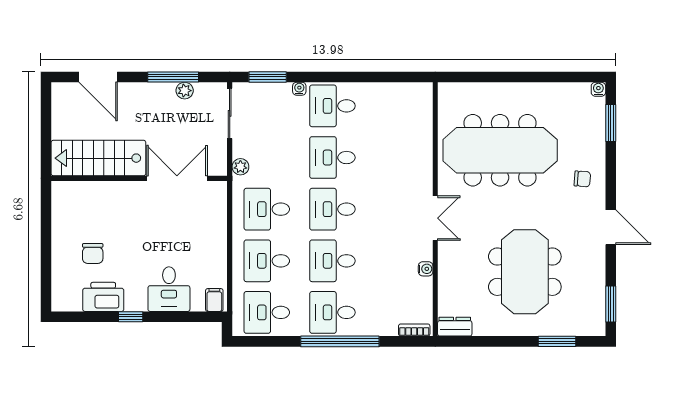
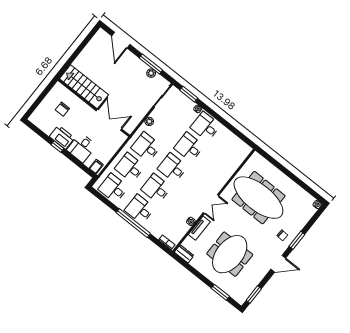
window: (611, 123) -> (297, 240), moved
stairs: (98, 158) -> (84, 87), moved
wall: (139, 178) -> (94, 108), moved
double door: (177, 178) -> (109, 120), moved
door: (611, 227) -> (278, 264), hinge flipped
tv unit: (447, 269) -> (199, 228), added
printer: (103, 297) -> (62, 137), moved

